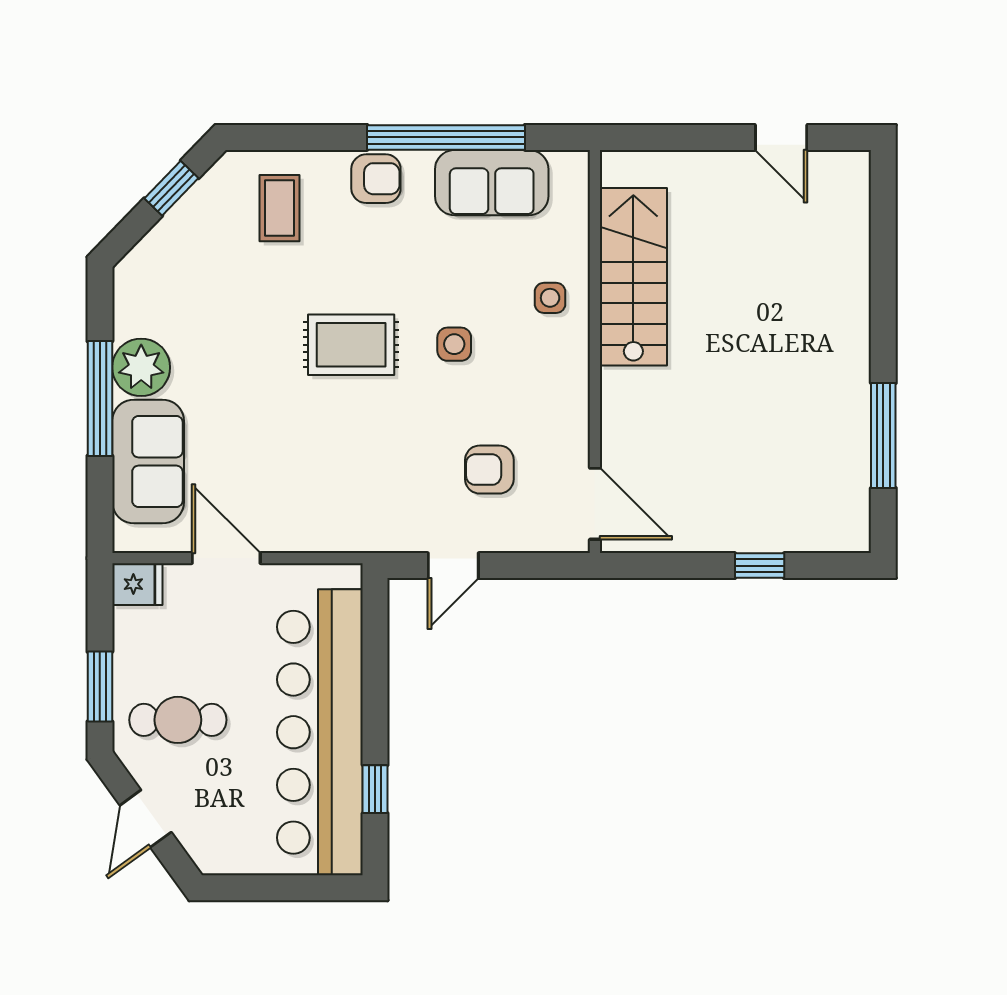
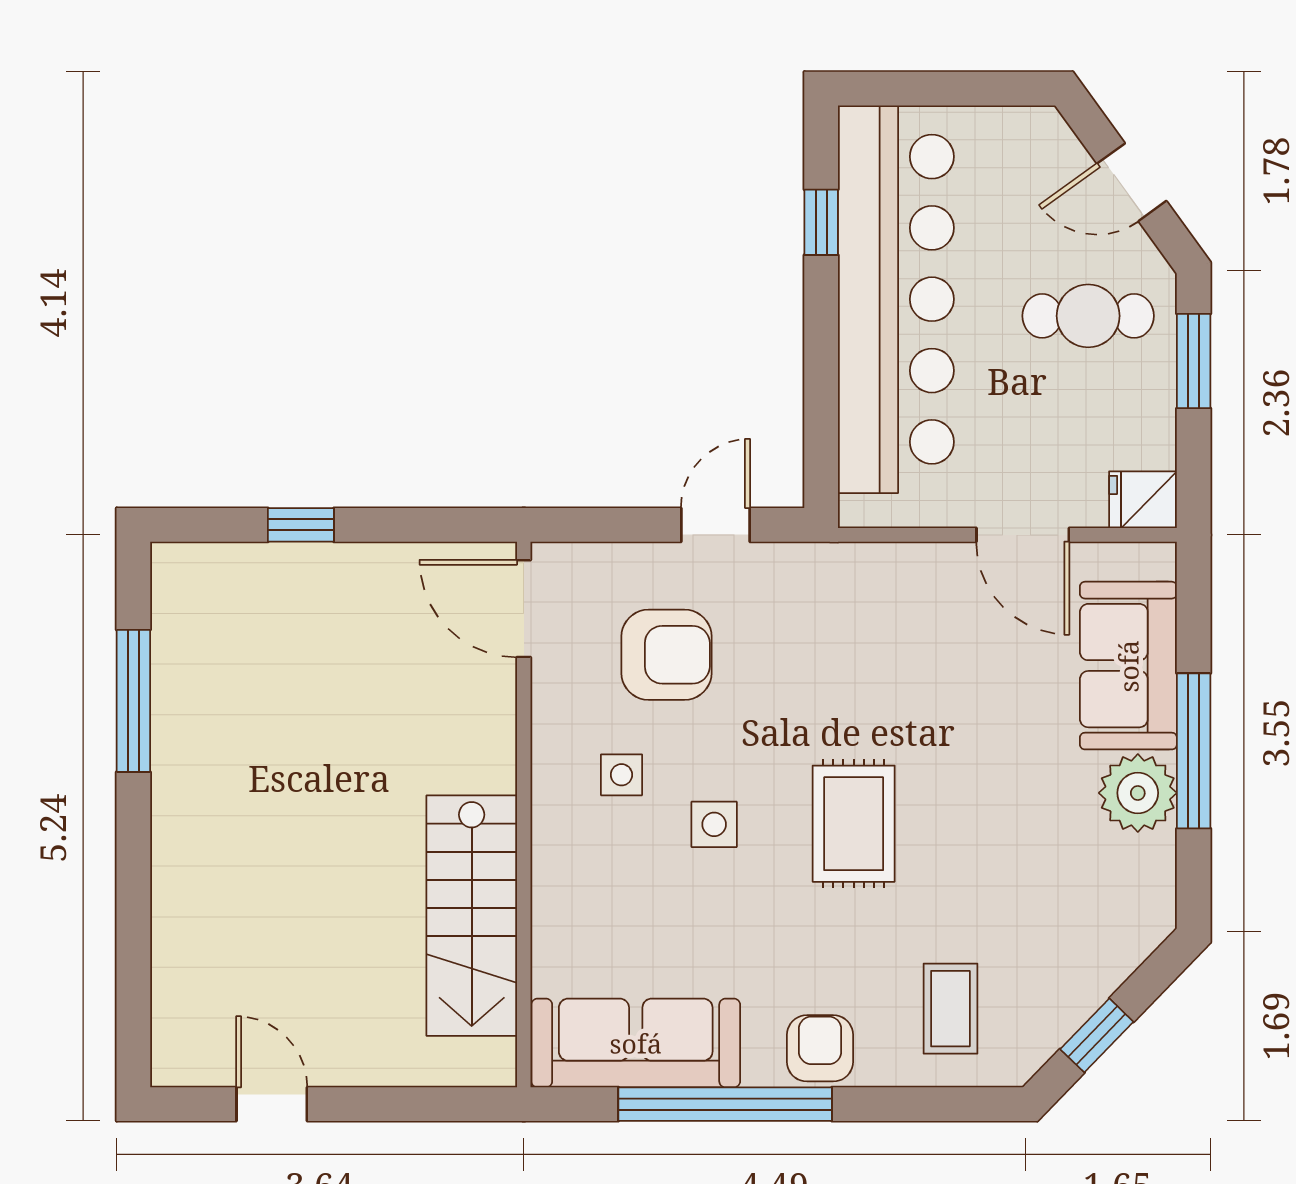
armchair: (376, 179) -> (820, 1048), turned 90
sofa: (492, 183) -> (636, 1043), width x1.36
side table: (550, 298) -> (621, 775), moved
rug: (351, 345) -> (854, 824), turned 90
armchair: (489, 470) -> (666, 655), width x1.38, depth x1.38
door: (146, 819) -> (1132, 182), swing flipped

